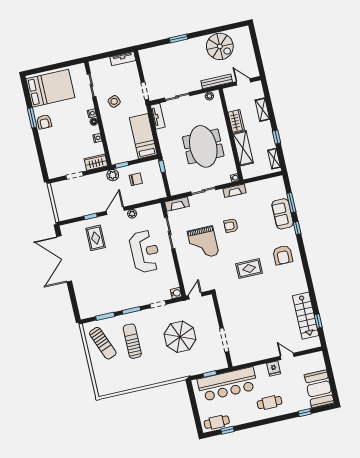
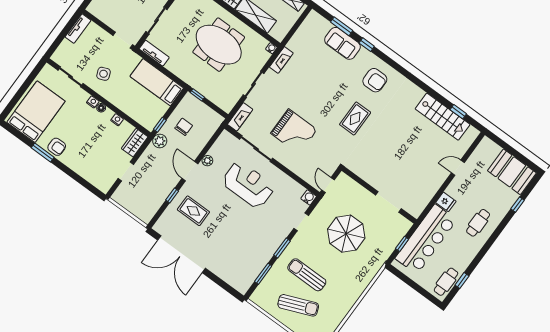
armchair: (231, 226) -> (305, 94), removed
sun lounger: (103, 343) -> (298, 305), moved
fridge: (274, 368) -> (446, 202), moved

